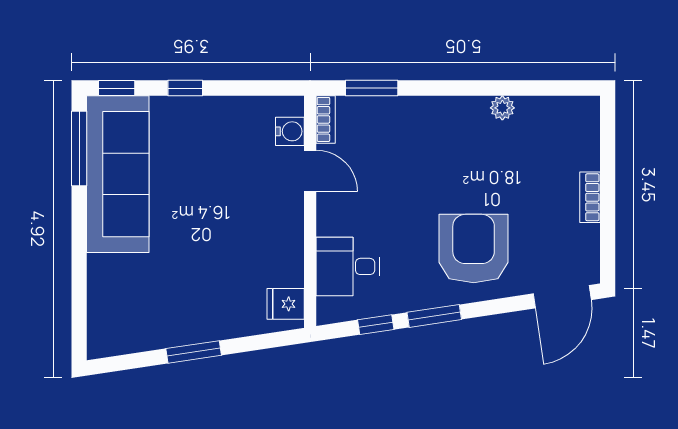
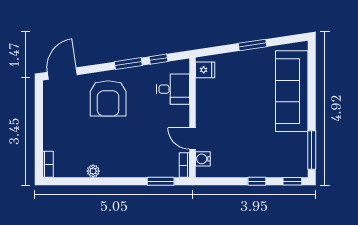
sofa: (118, 174) -> (292, 91), moved
bookcase: (590, 197) -> (48, 164), moved

